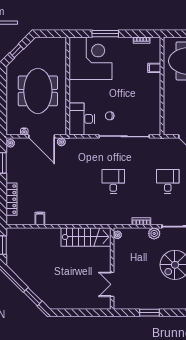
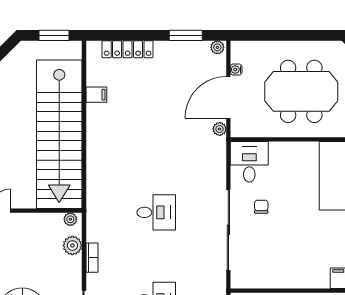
desk: (82, 119) -> (249, 162), width x0.73
plant: (154, 233) -> (72, 245), moved
stairs: (86, 237) -> (59, 134), width x1.86, depth x1.51

